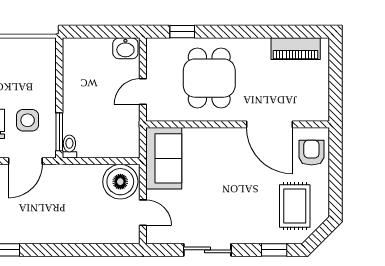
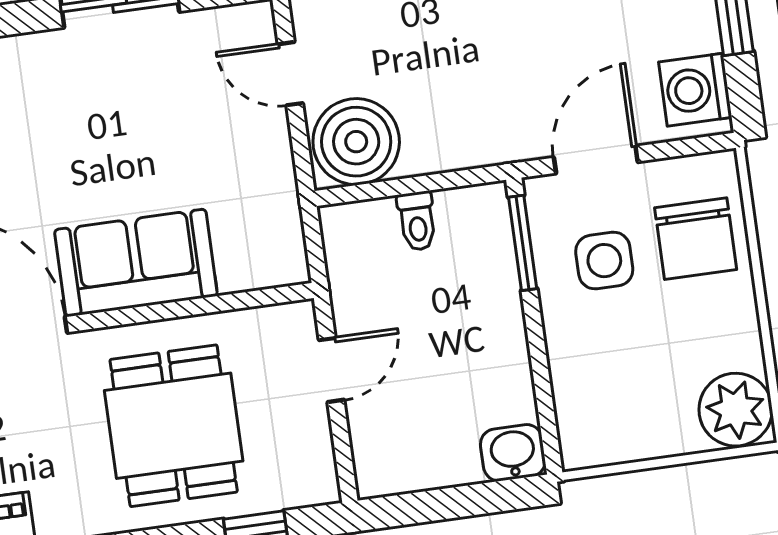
washbasin: (125, 48) -> (513, 453), moved
toilet: (69, 146) -> (417, 221), moved
sofa: (164, 158) -> (136, 263), moved, turned 90

